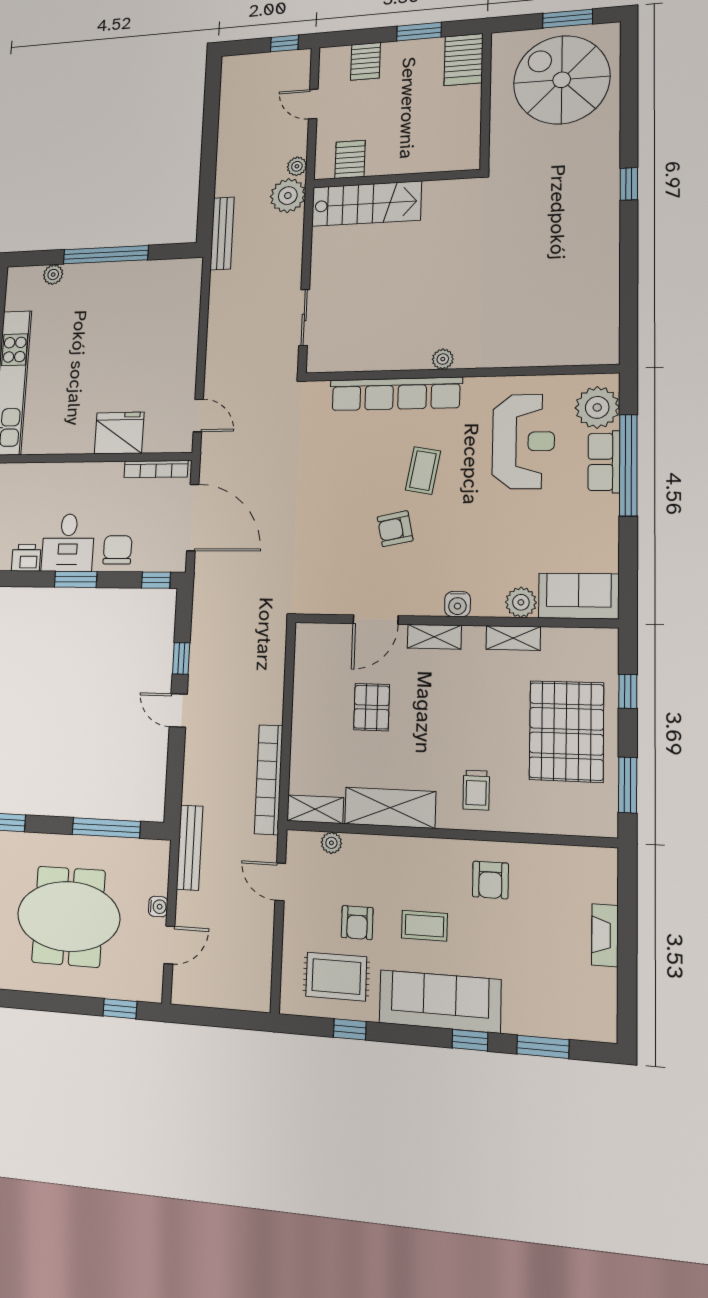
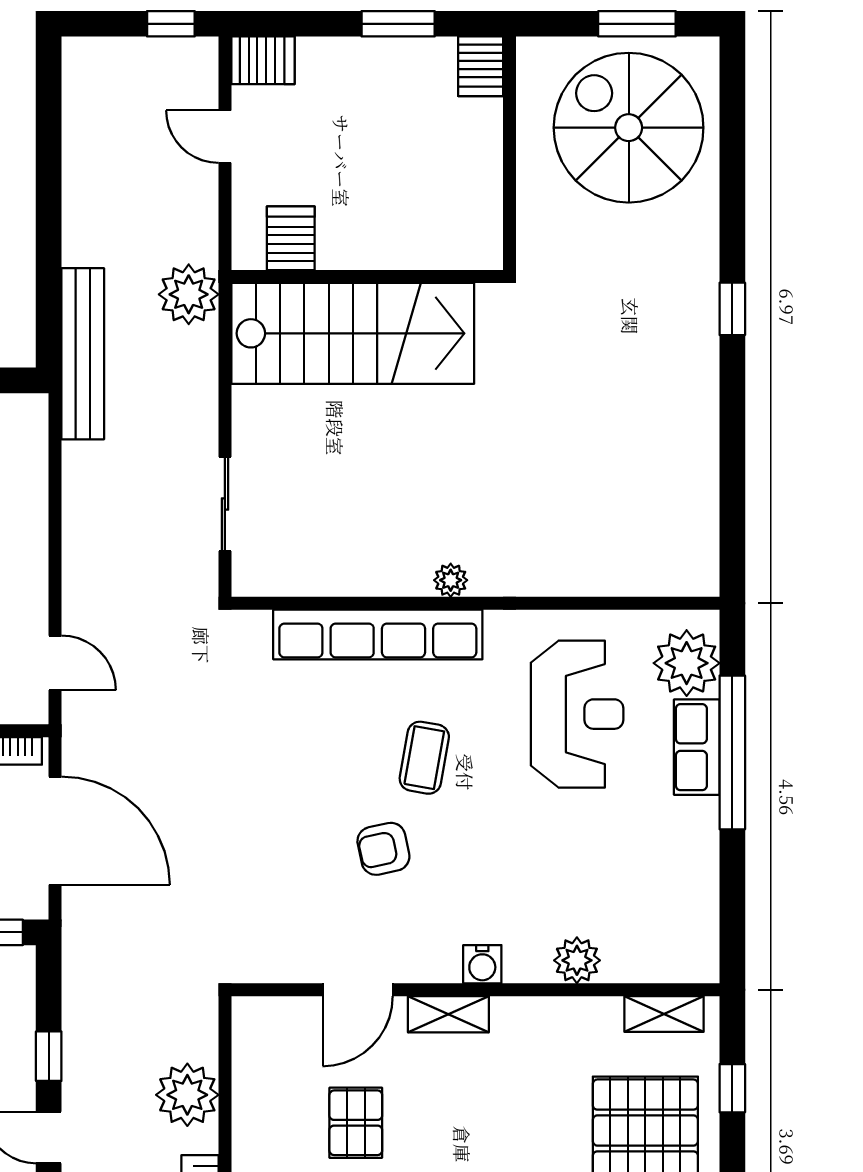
server rack: (464, 60) -> (481, 66), width x0.73, depth x0.70
server rack: (365, 61) -> (263, 60), moved, turned -90
plant: (297, 166) -> (187, 1095), moved, width x1.88, depth x1.88
stairs: (366, 204) -> (353, 333), width x1.36, depth x1.51
bench: (222, 233) -> (83, 354), width x1.37, depth x1.21
sofa: (579, 596) -> (662, 950), removed
shelving: (513, 638) -> (664, 1014), moved

